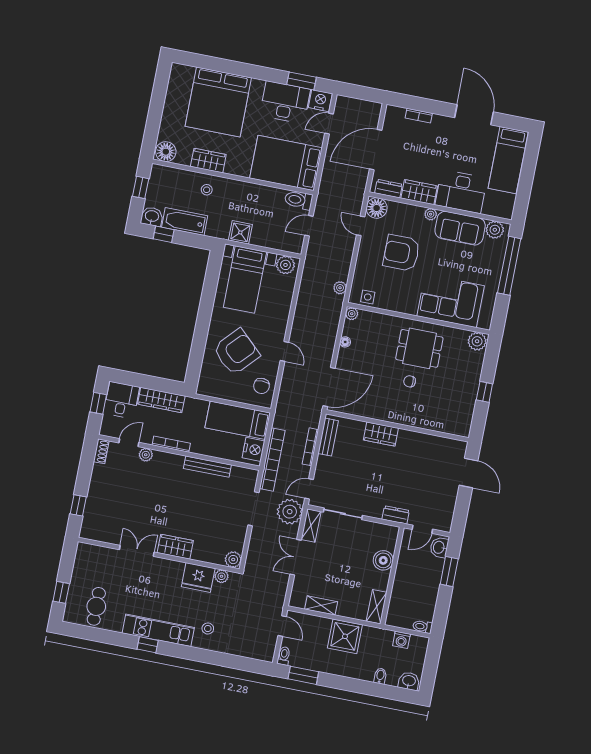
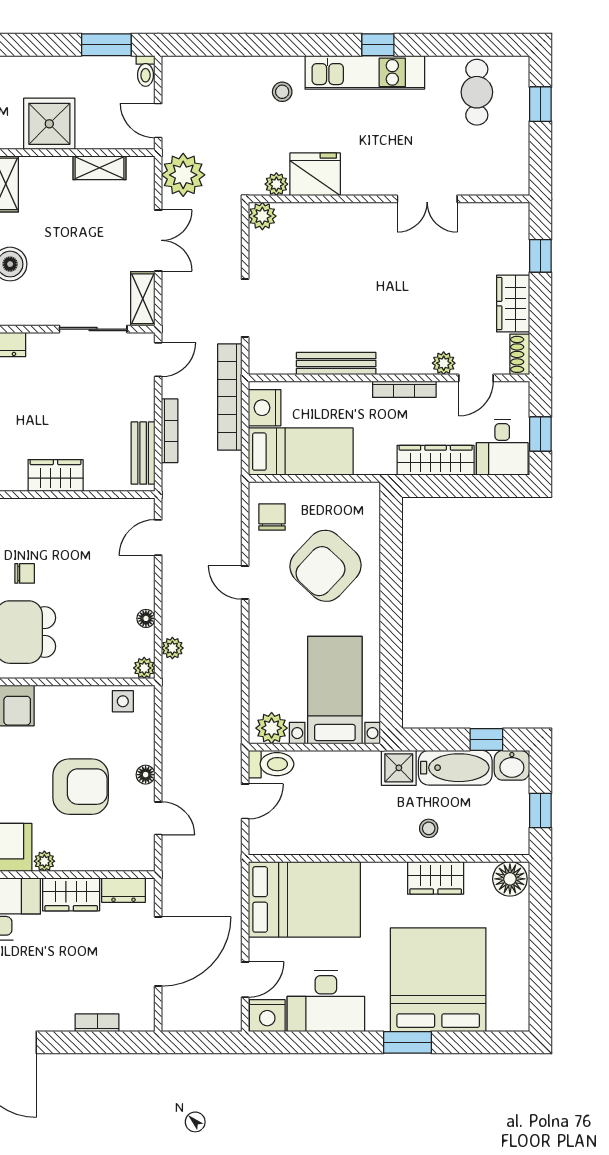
window: (302, 81) -> (407, 1042), moved
toilet: (299, 200) -> (271, 764), moved
floor lamp: (377, 208) -> (146, 775), moved, width x0.53, depth x0.53
shower: (240, 232) -> (399, 768), moved
plant: (340, 288) -> (172, 648), moved
door: (329, 387) -> (158, 537), width x0.53
plant: (290, 512) -> (183, 175), moved
wardrobe: (175, 547) -> (513, 304), moved, turned 90

